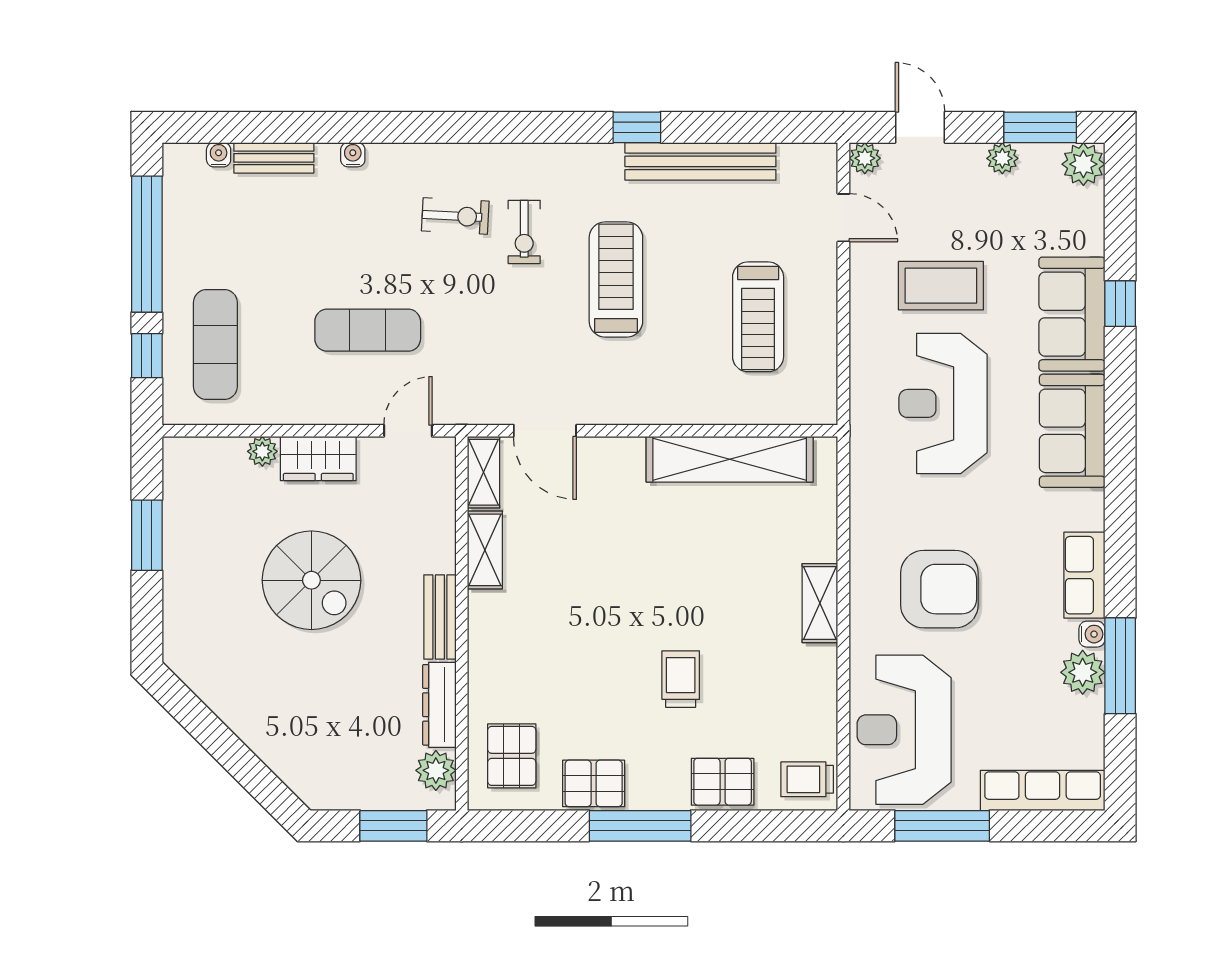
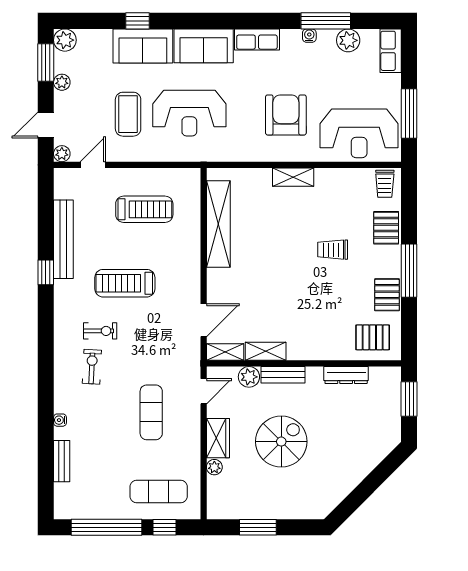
water cooler: (219, 155) -> (60, 490), removed
door: (408, 431) -> (204, 391), swing flipped
row of seats: (1084, 575) -> (257, 40), moved
bench: (440, 617) -> (283, 375), moved
plant: (1083, 672) -> (348, 40), moved
plant: (436, 770) -> (249, 377), moved
row of seats: (1043, 790) -> (391, 51), width x0.68

